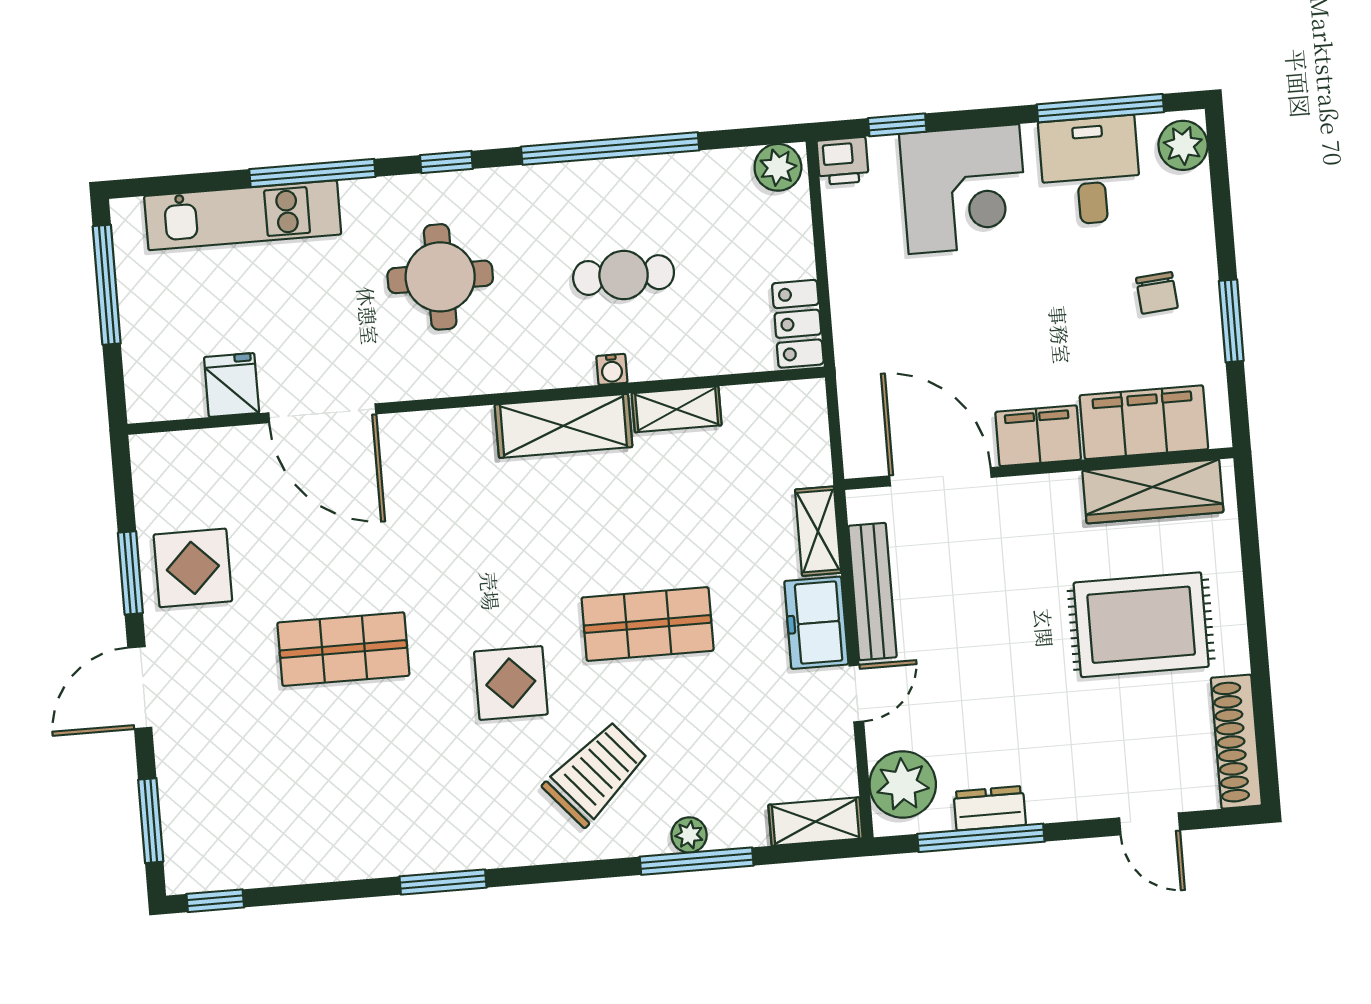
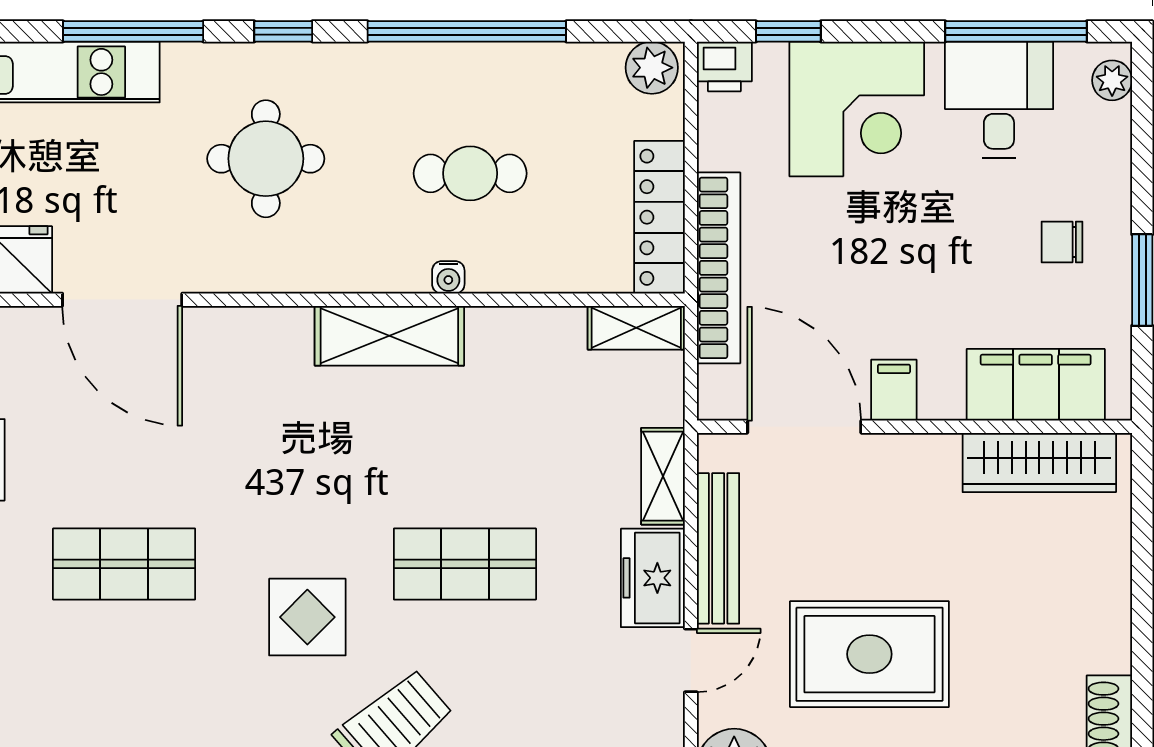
plant: (1183, 145) -> (1112, 80), width x0.73, depth x0.73
chair: (1157, 293) -> (1062, 242), turned 95
locker: (798, 324) -> (660, 217), width x1.53
bookcase: (852, 341) -> (719, 268), added
shelving: (677, 409) -> (636, 328), moved
filing cabinet: (1038, 436) -> (894, 390), width x0.50
rug: (1141, 625) -> (869, 654), moved

